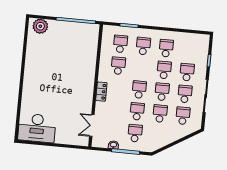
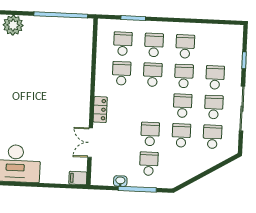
school desk: (139, 90) -> (153, 75), moved
double door: (92, 126) -> (90, 143), moved
filing cabinet: (82, 141) -> (78, 178), added

